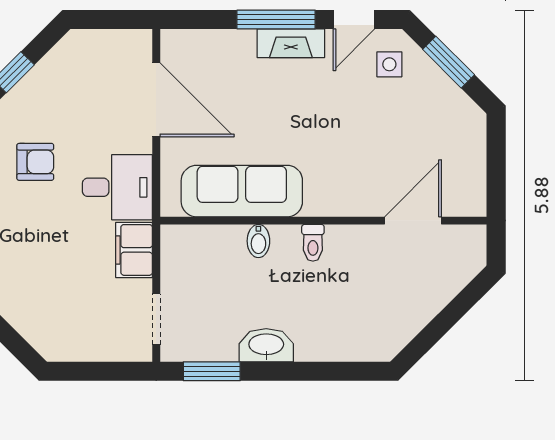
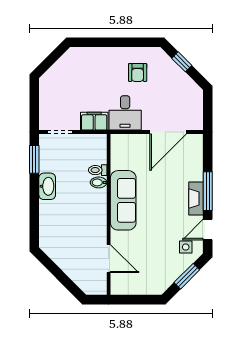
door: (354, 19) -> (208, 230), hinge flipped
sofa: (242, 191) -> (123, 200), moved
toilet: (313, 243) -> (98, 170), moved

